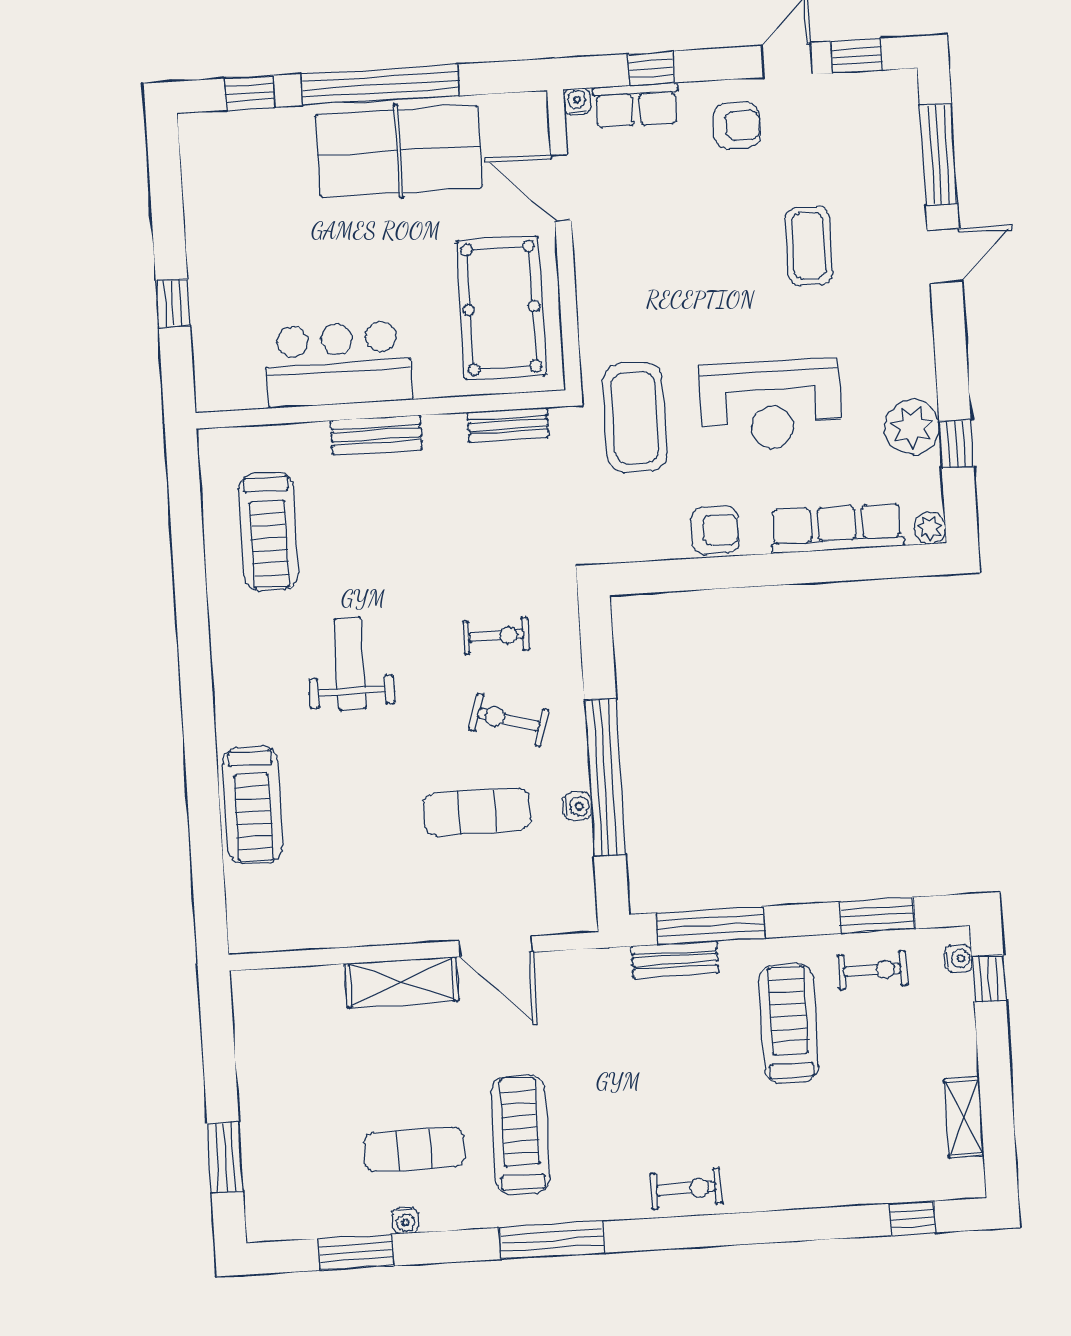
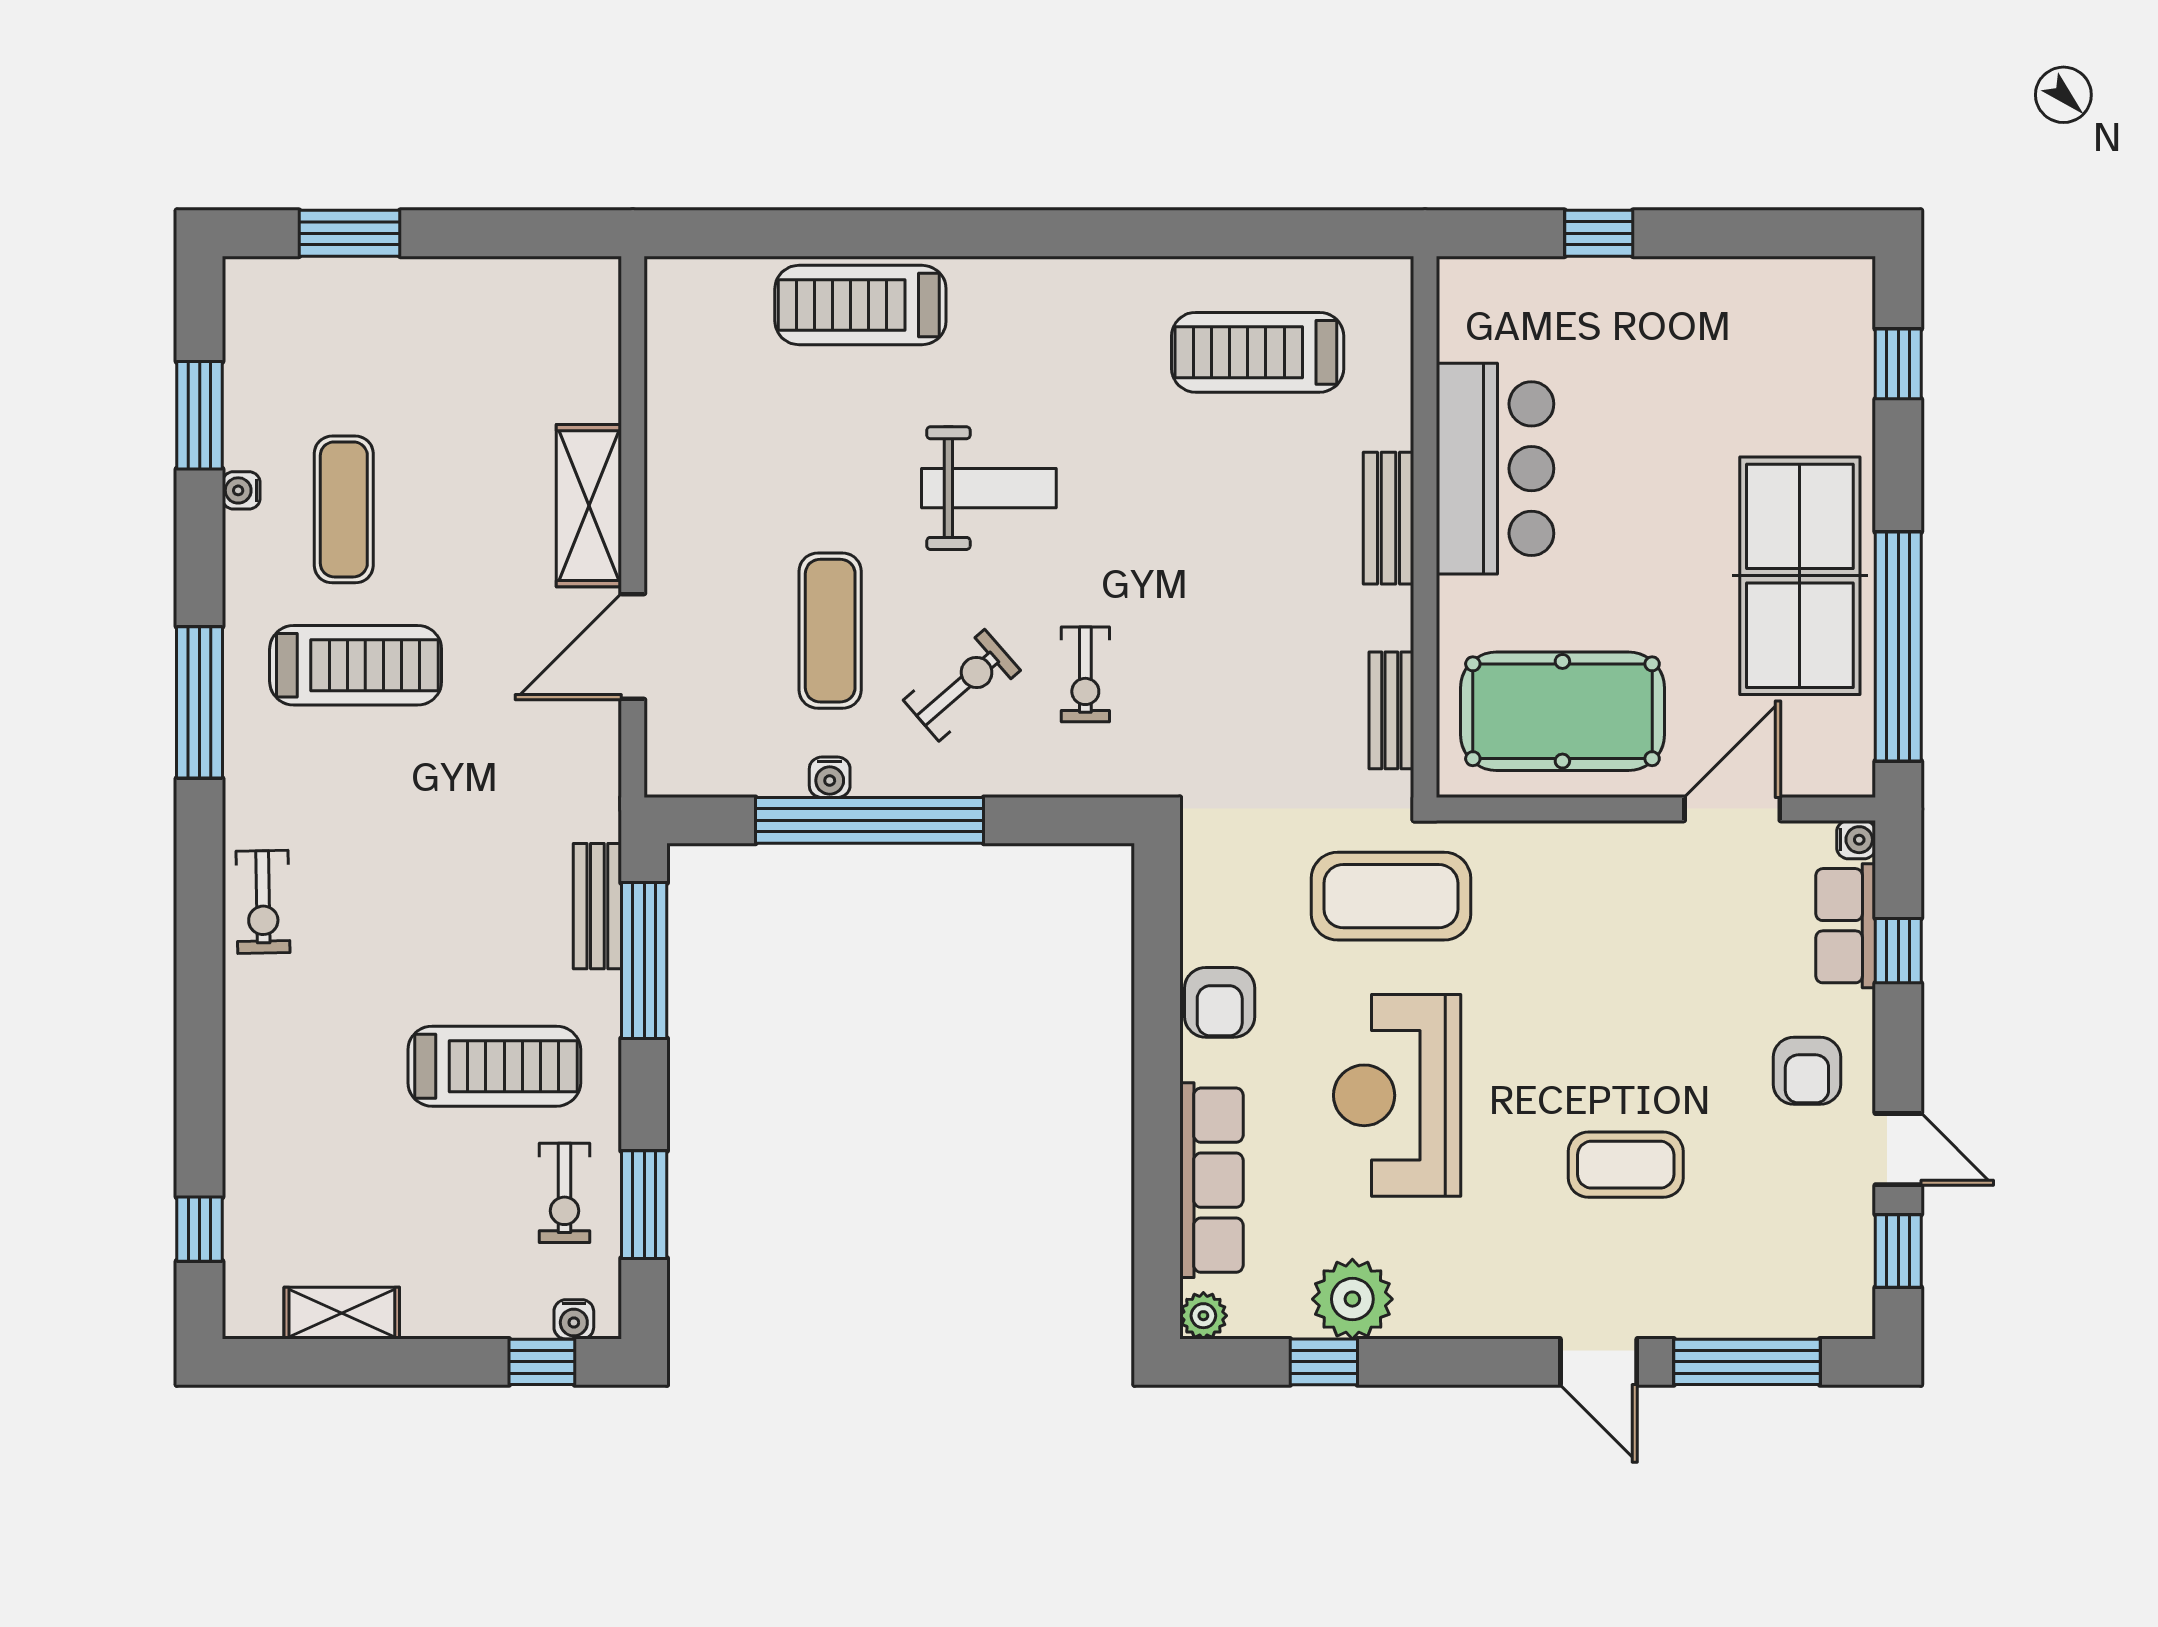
window: (380, 85) -> (1898, 647), moved
weight bench: (350, 664) -> (989, 488), moved
exercise bike: (509, 720) -> (962, 685), turned 32

